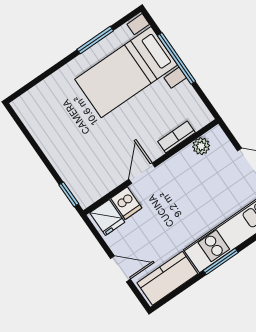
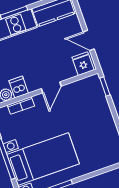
dishwasher: (126, 203) -> (19, 87), moved
door: (120, 269) -> (89, 40), moved

